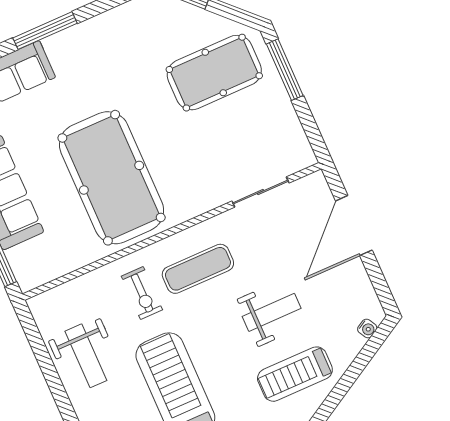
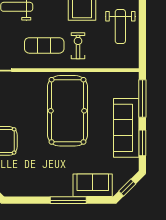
weight bench: (86, 356) -> (120, 27), turned 180

